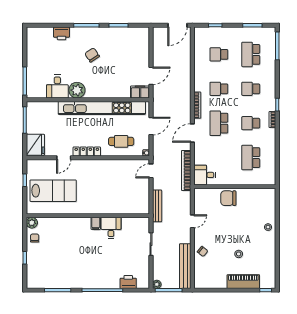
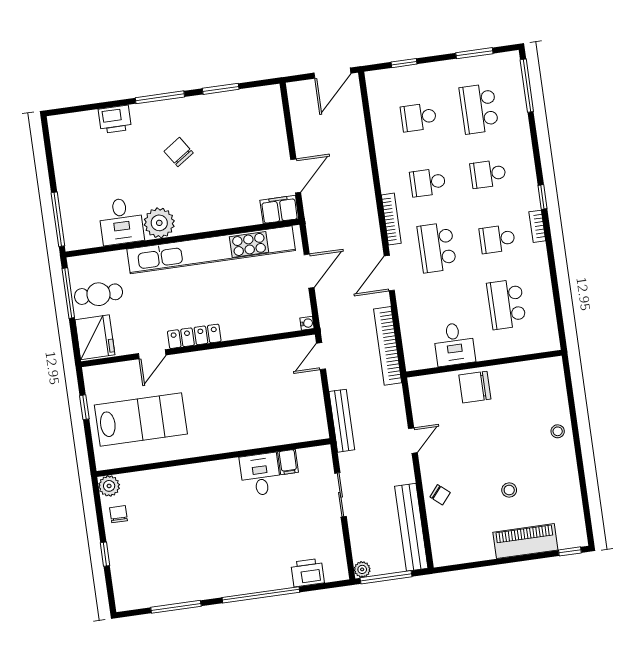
cafe table: (121, 141) -> (99, 294), moved
desk: (205, 175) -> (454, 344), moved, turned -90
filing cabinet: (96, 223) -> (288, 462), moved

